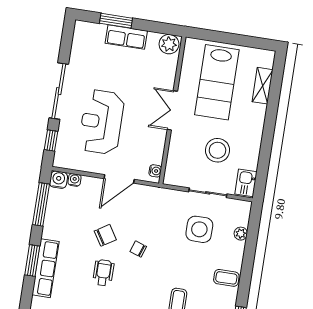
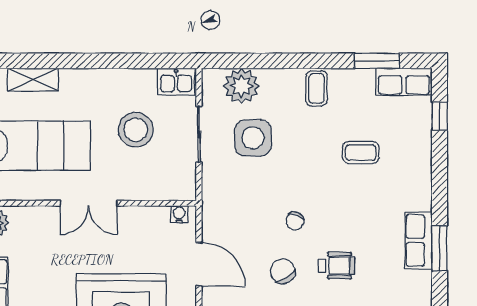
plant: (241, 234) -> (241, 86), width x1.88, depth x1.88
wheelchair: (103, 273) -> (337, 266), turned 180

